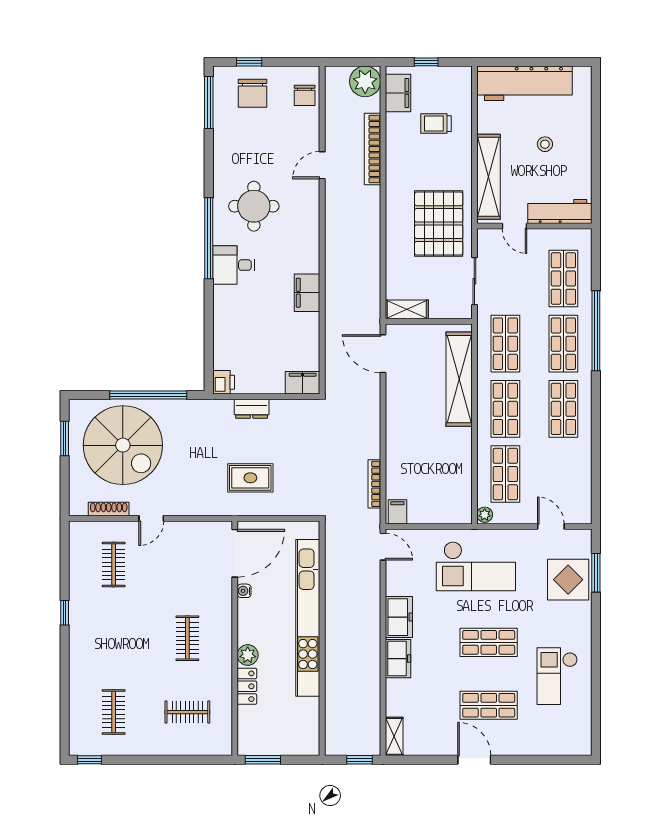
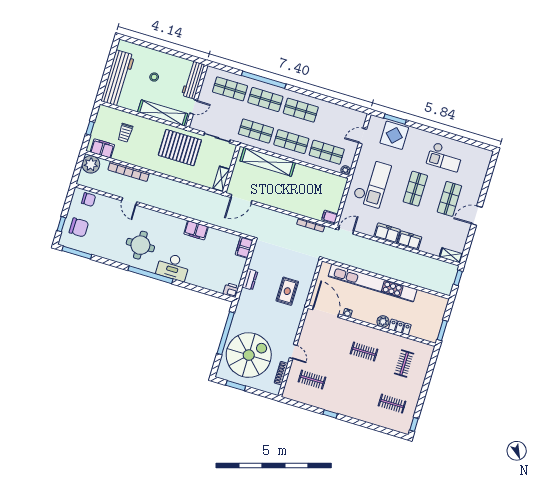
desk: (234, 265) -> (173, 267), width x1.37

